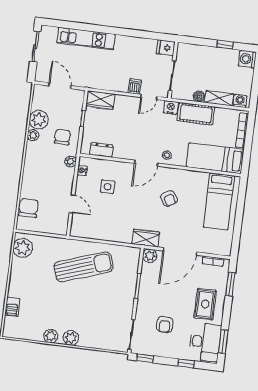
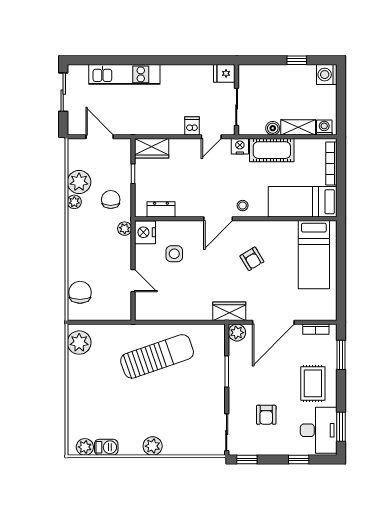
nightstand: (82, 170) -> (145, 232), width x1.89, depth x1.79
barbecue: (12, 307) -> (106, 447), moved, turned -90
plant: (51, 336) -> (85, 447), moved

